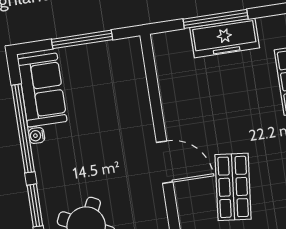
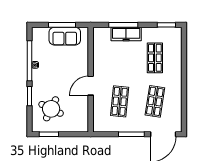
sofa: (42, 90) -> (65, 36), moved, turned 90
door: (165, 162) -> (91, 86), swing flipped

